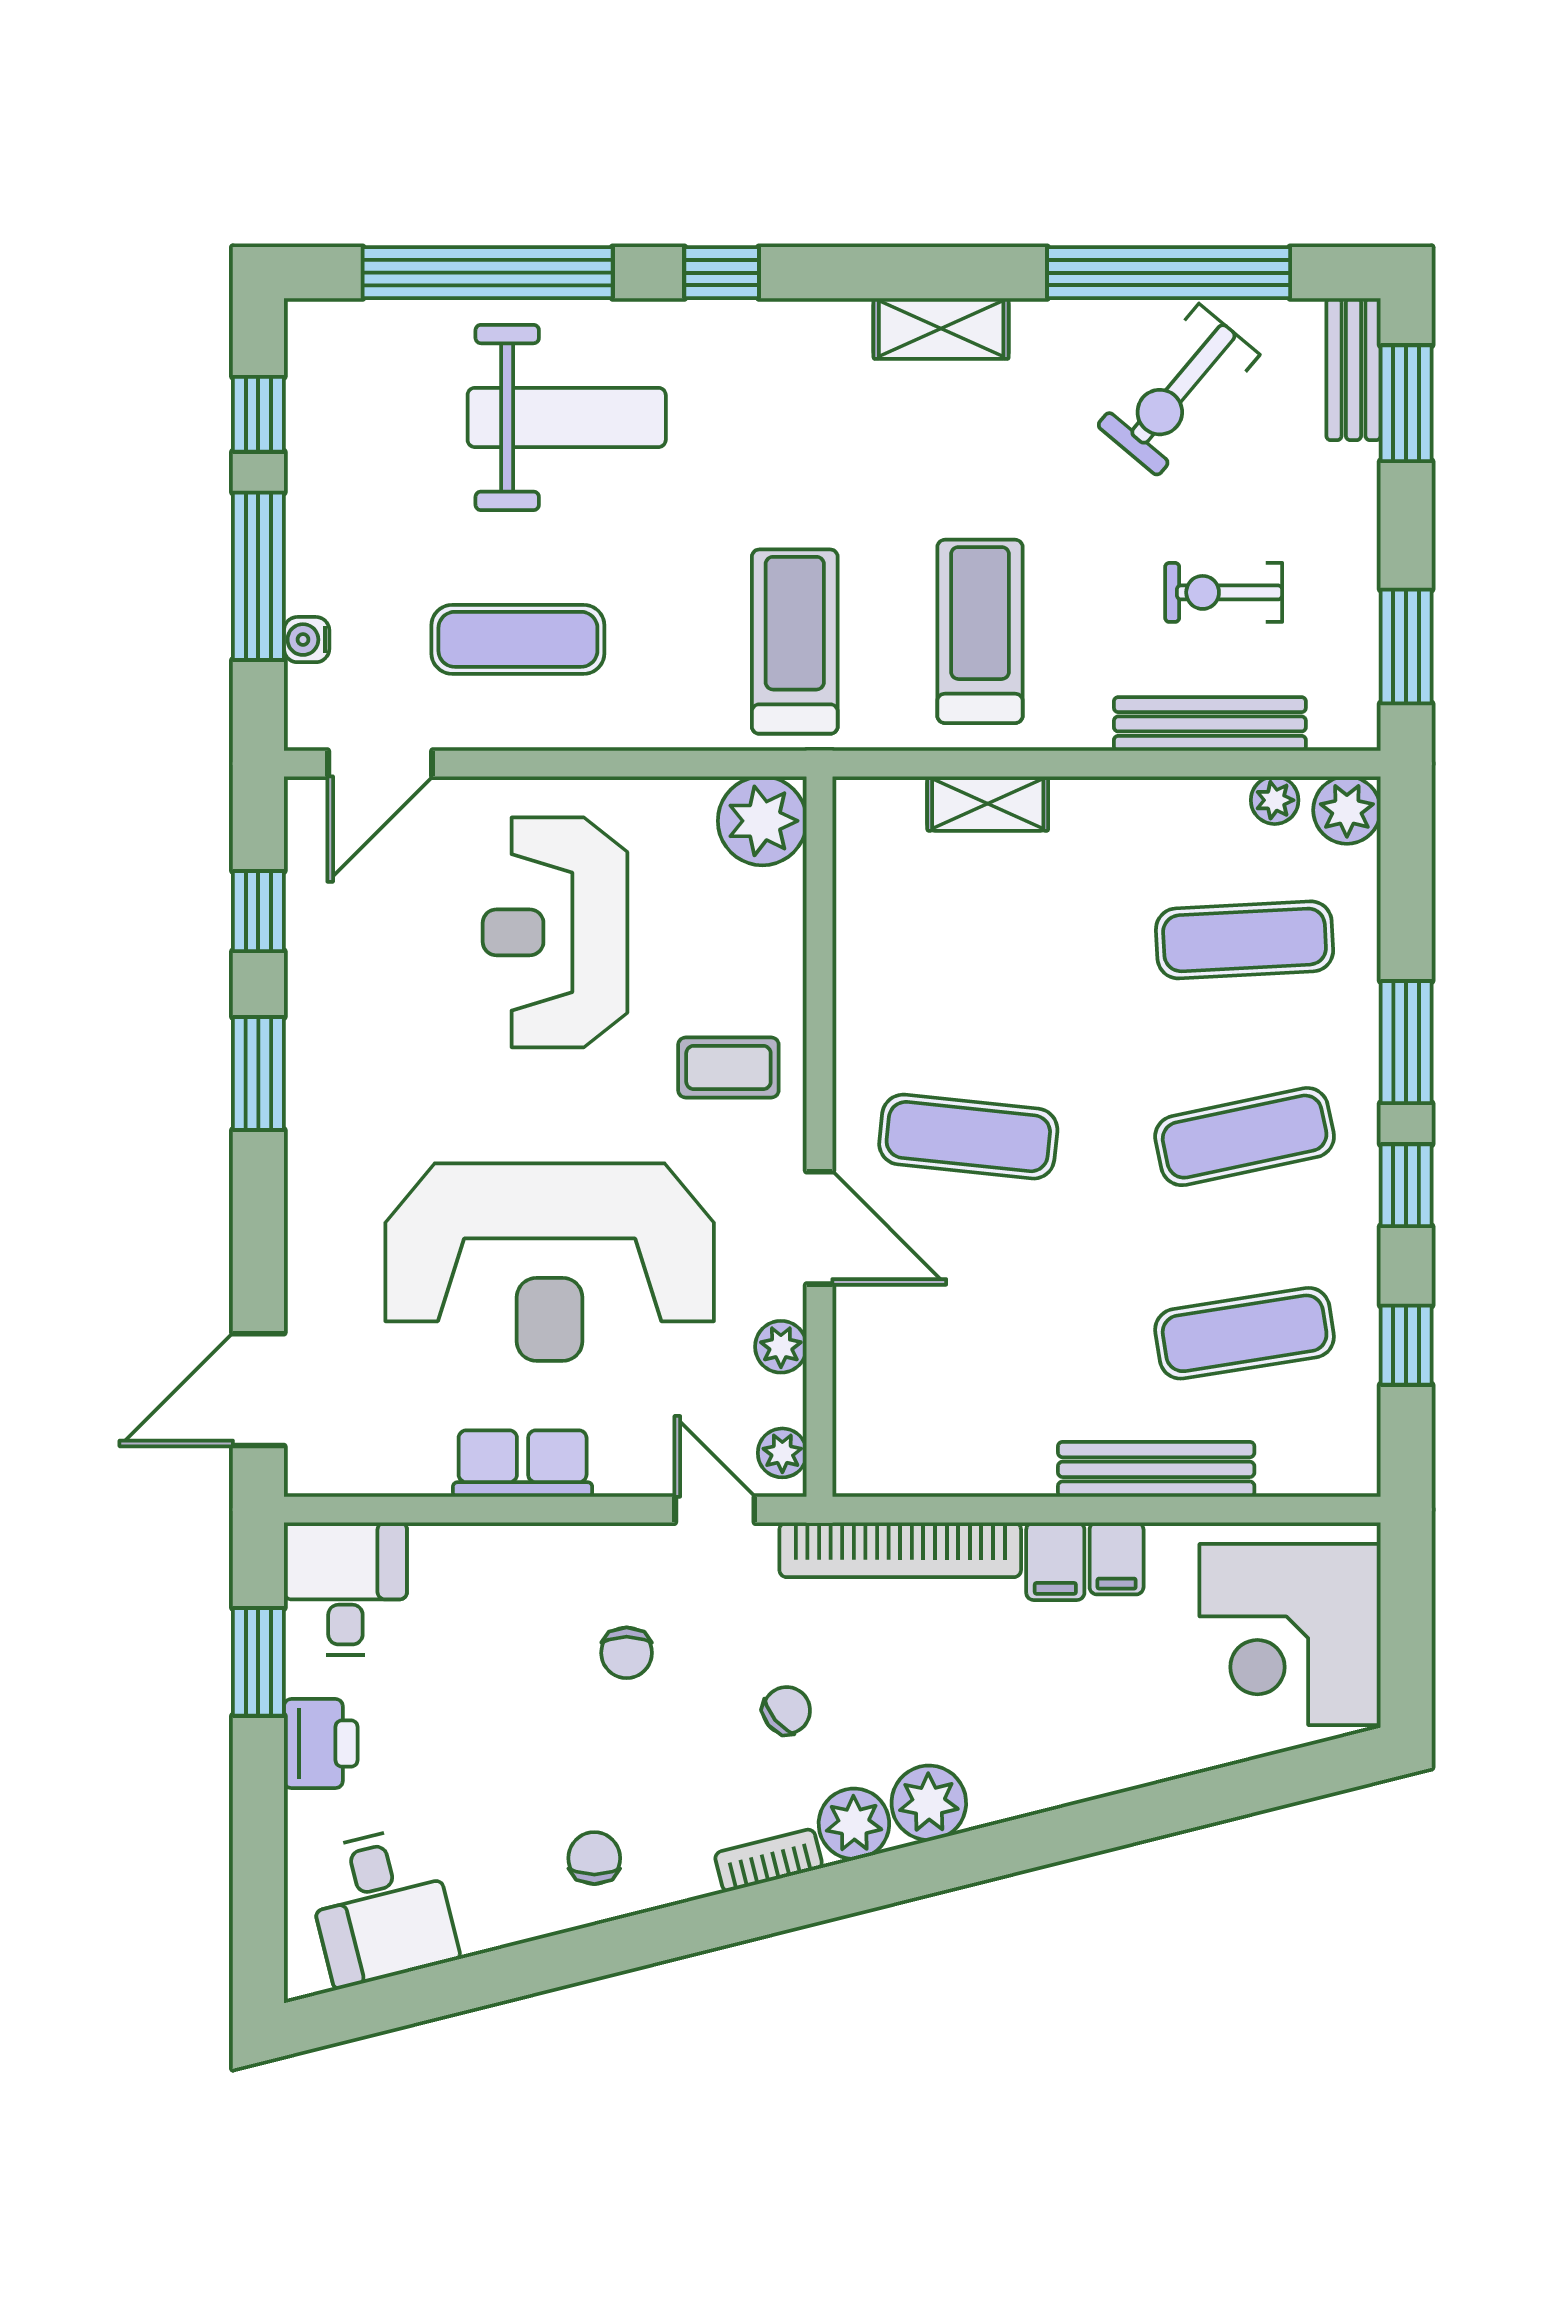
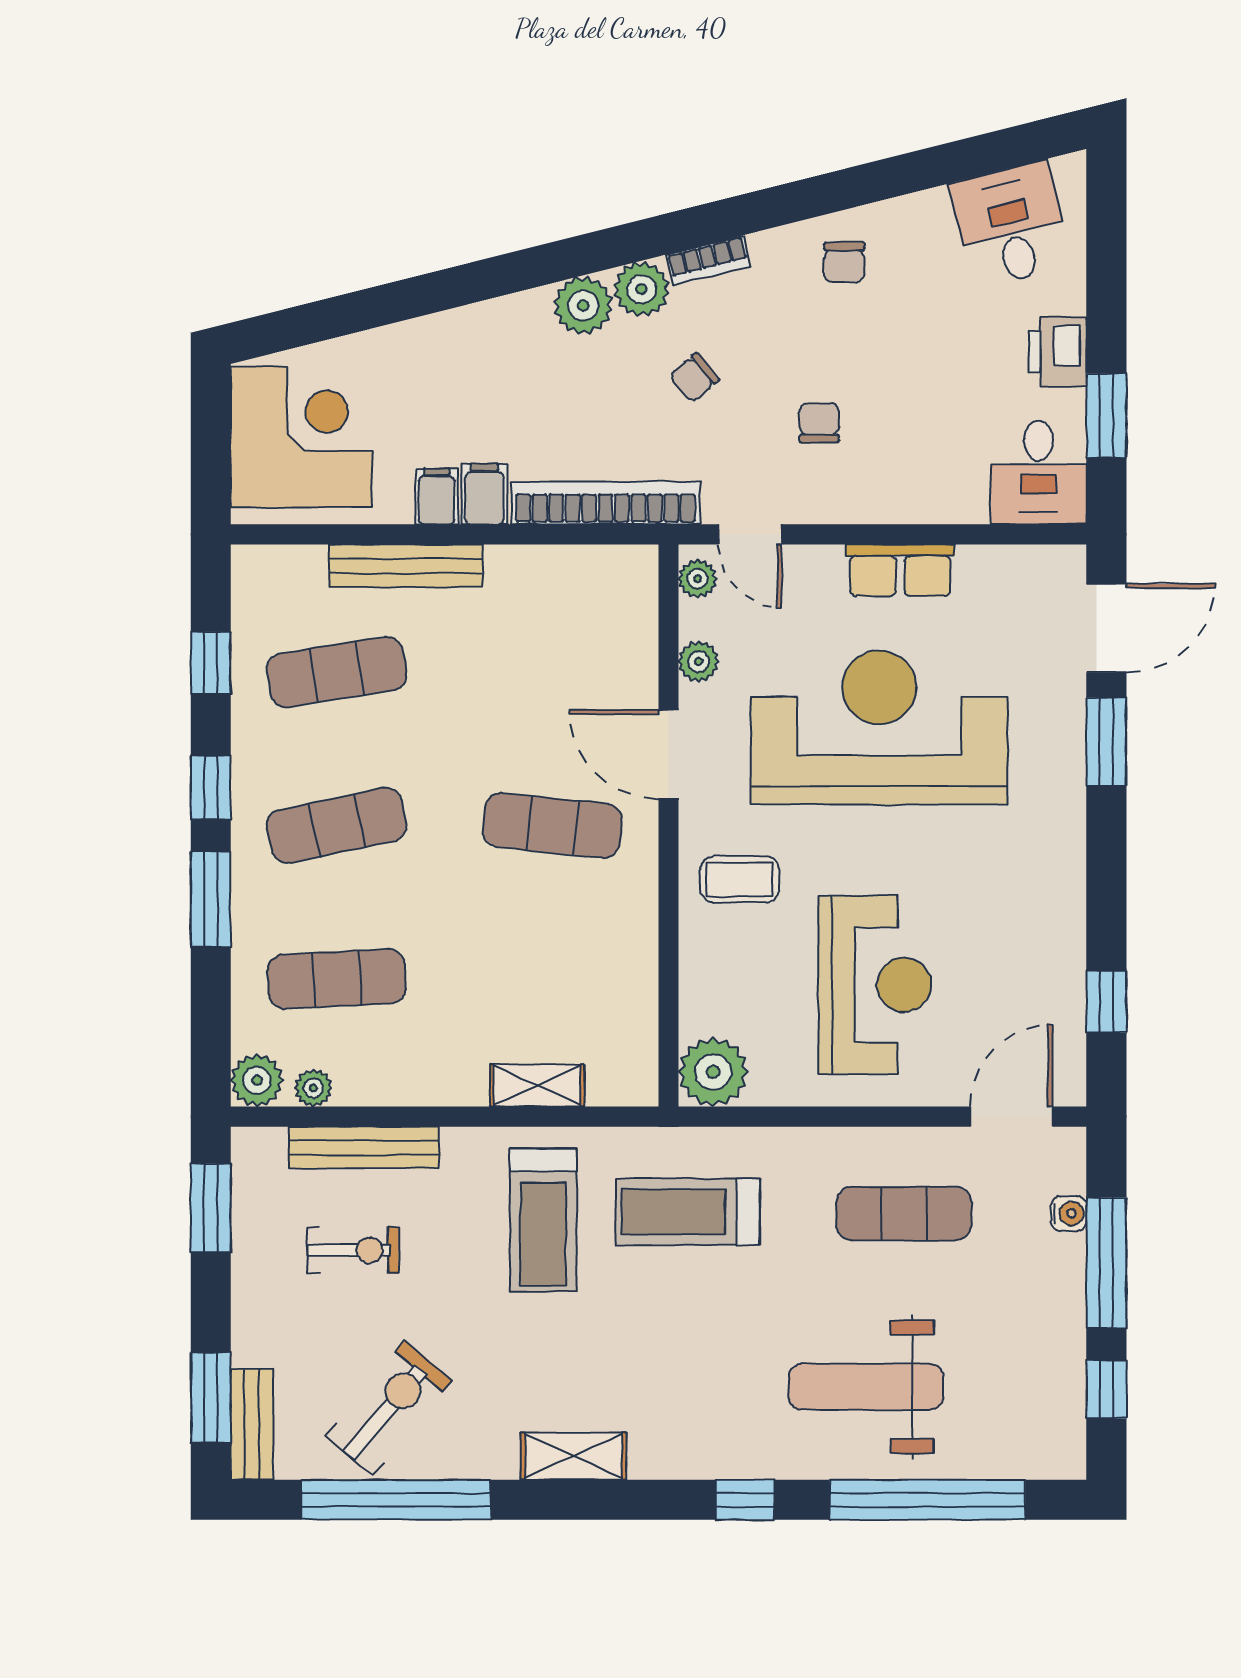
treadmill: (795, 642) -> (688, 1212), turned 90
window: (258, 1074) -> (1106, 742), moved

